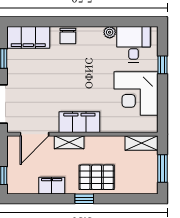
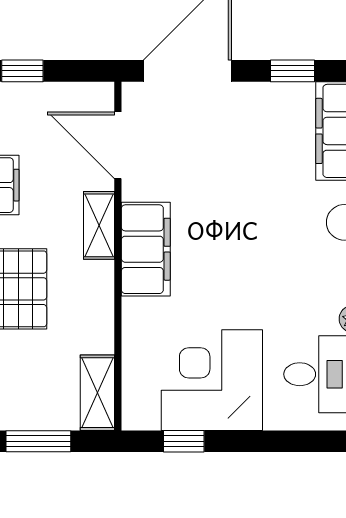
window: (163, 65) -> (184, 441), moved

